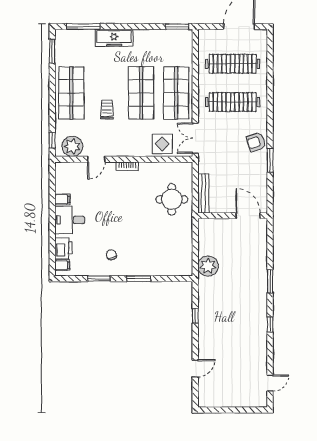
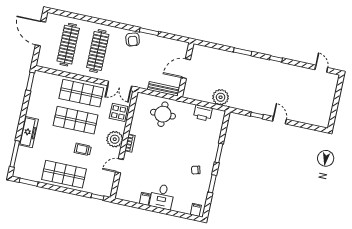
plant: (72, 146) -> (115, 139), moved
door: (96, 159) -> (119, 166), swing flipped
door: (248, 216) -> (186, 69), moved
printer: (63, 248) -> (203, 113), moved, turned 180
door: (195, 368) -> (279, 120), moved

